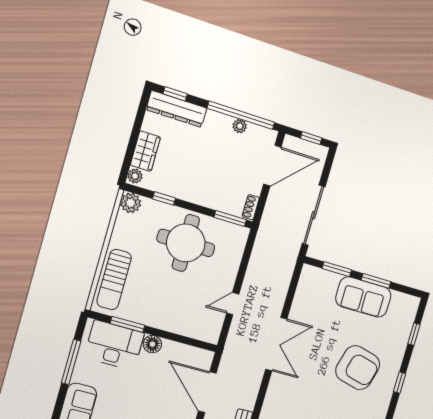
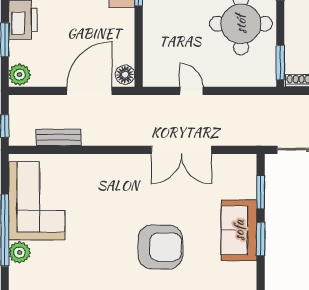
floor lamp: (152, 344) -> (125, 75), moved
double door: (276, 344) -> (181, 150), moved
armchair: (358, 368) -> (160, 247), turned -105

